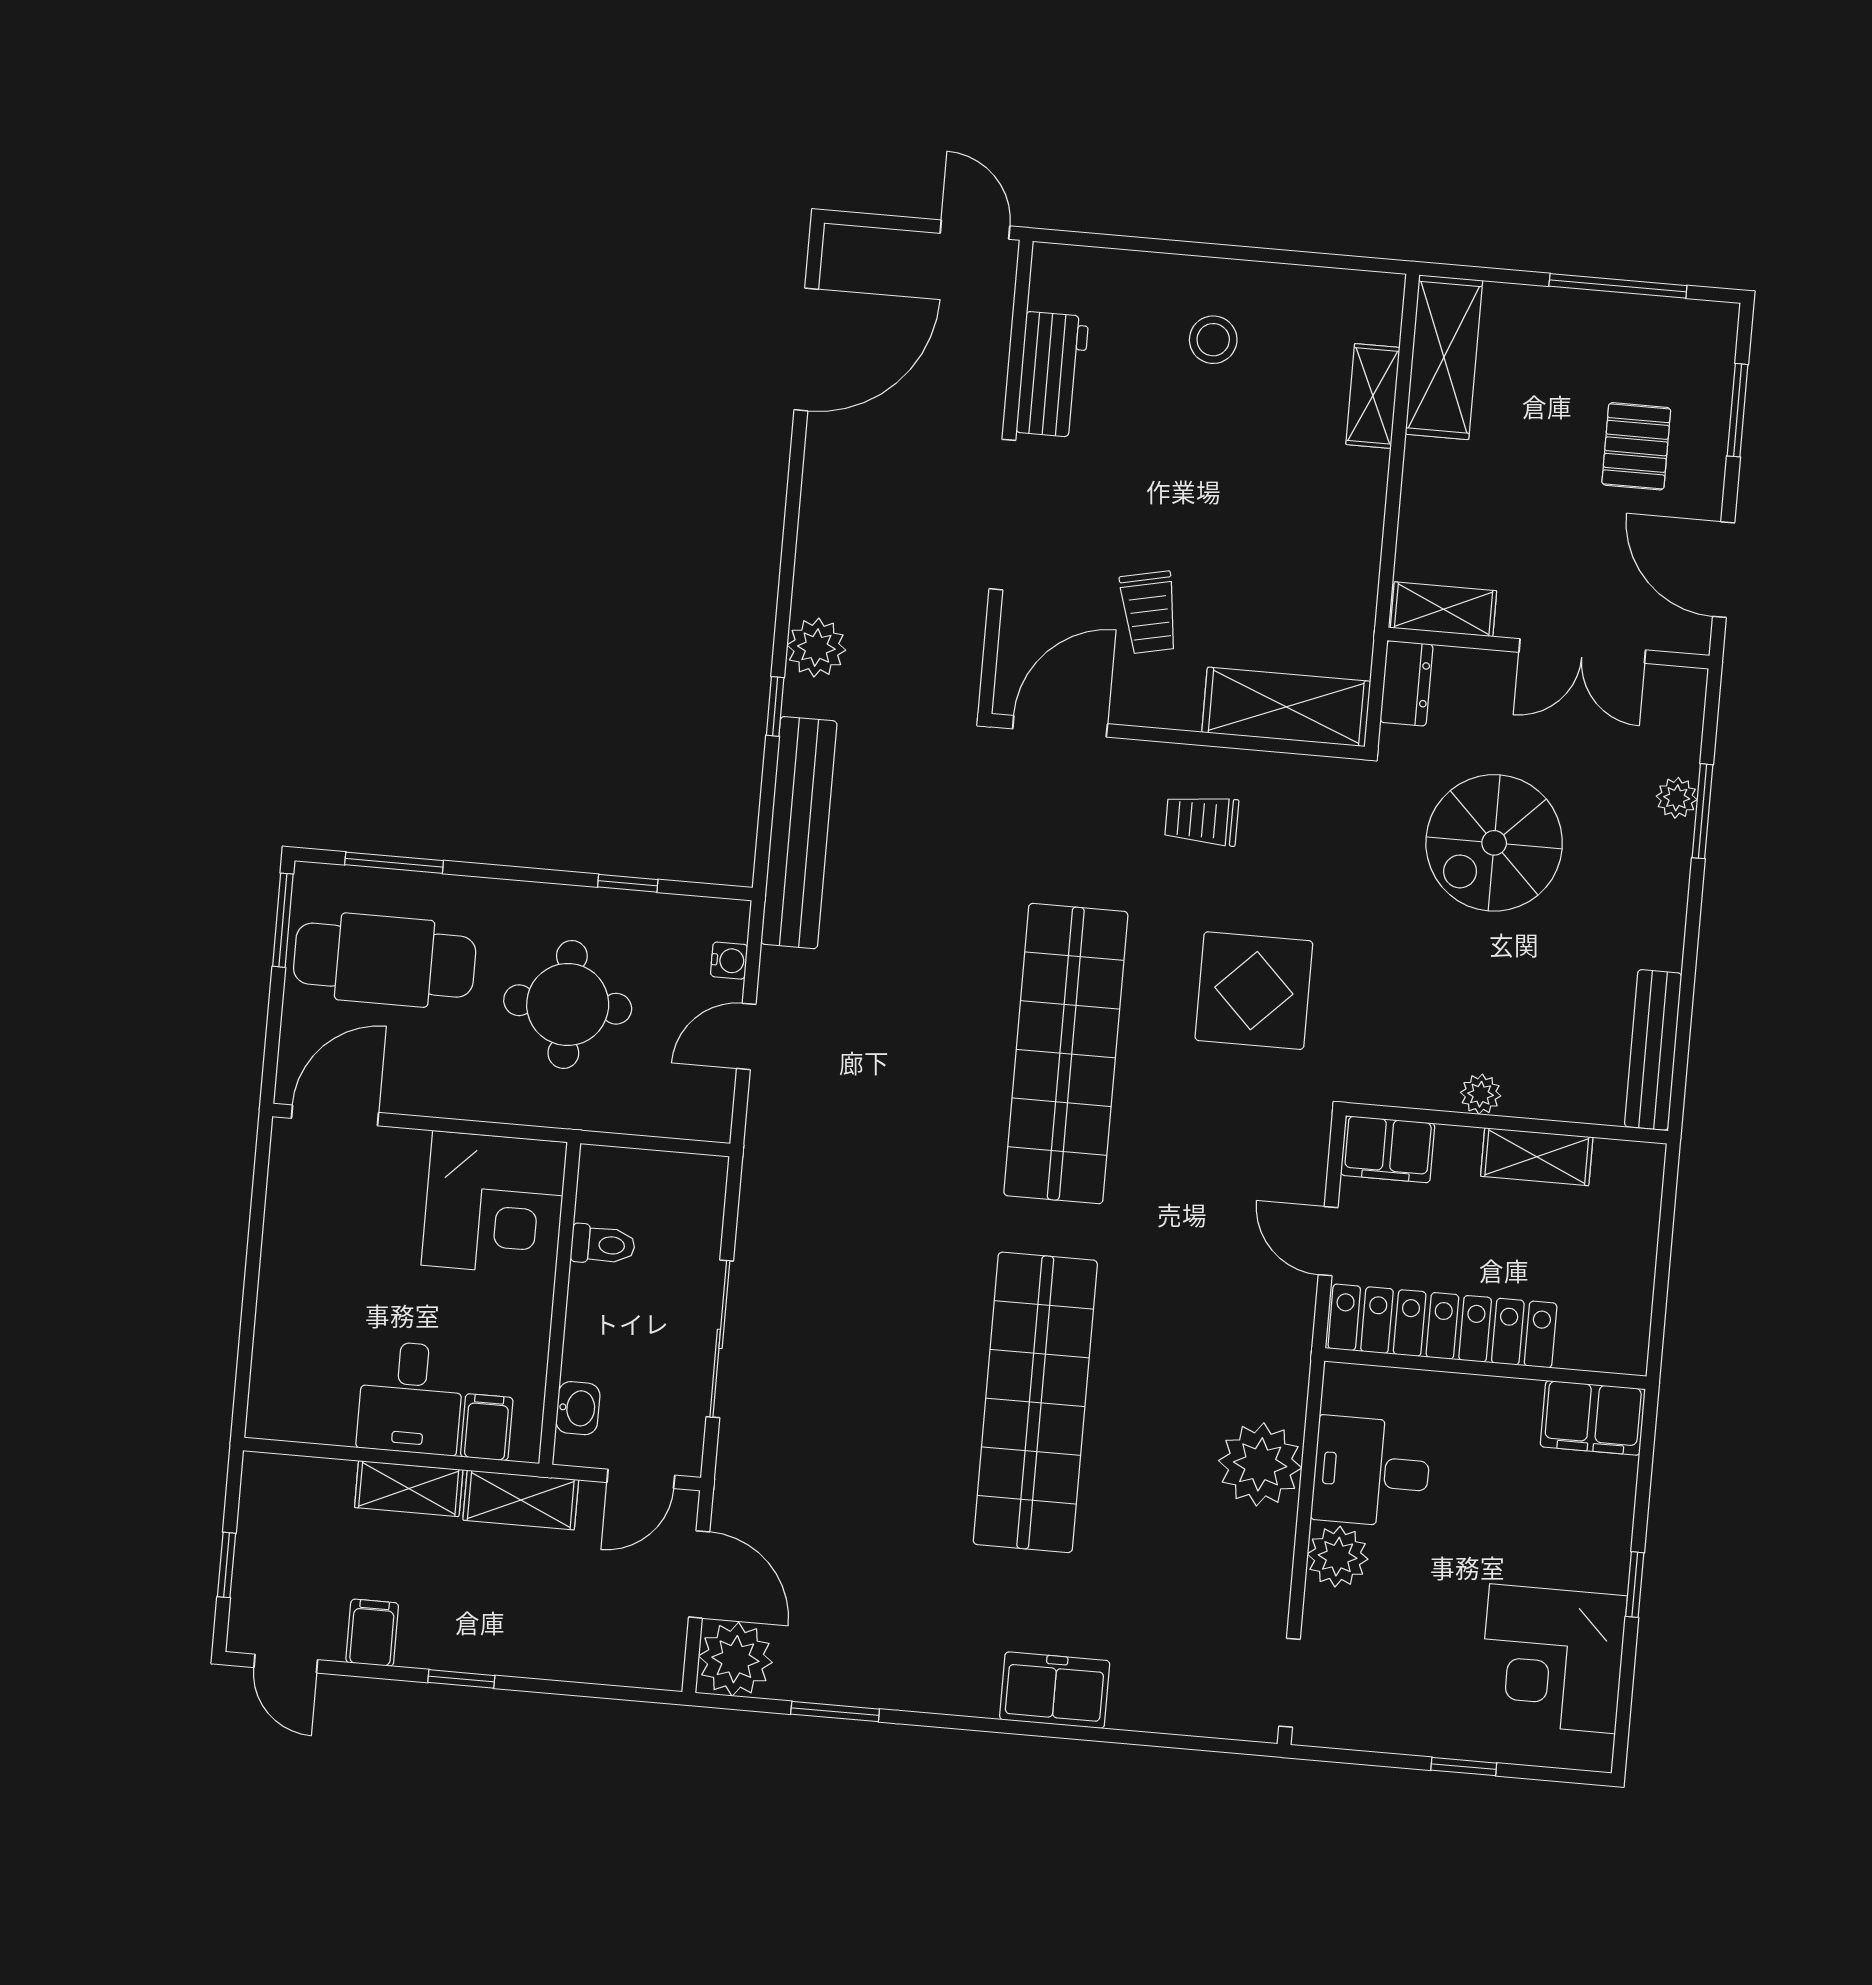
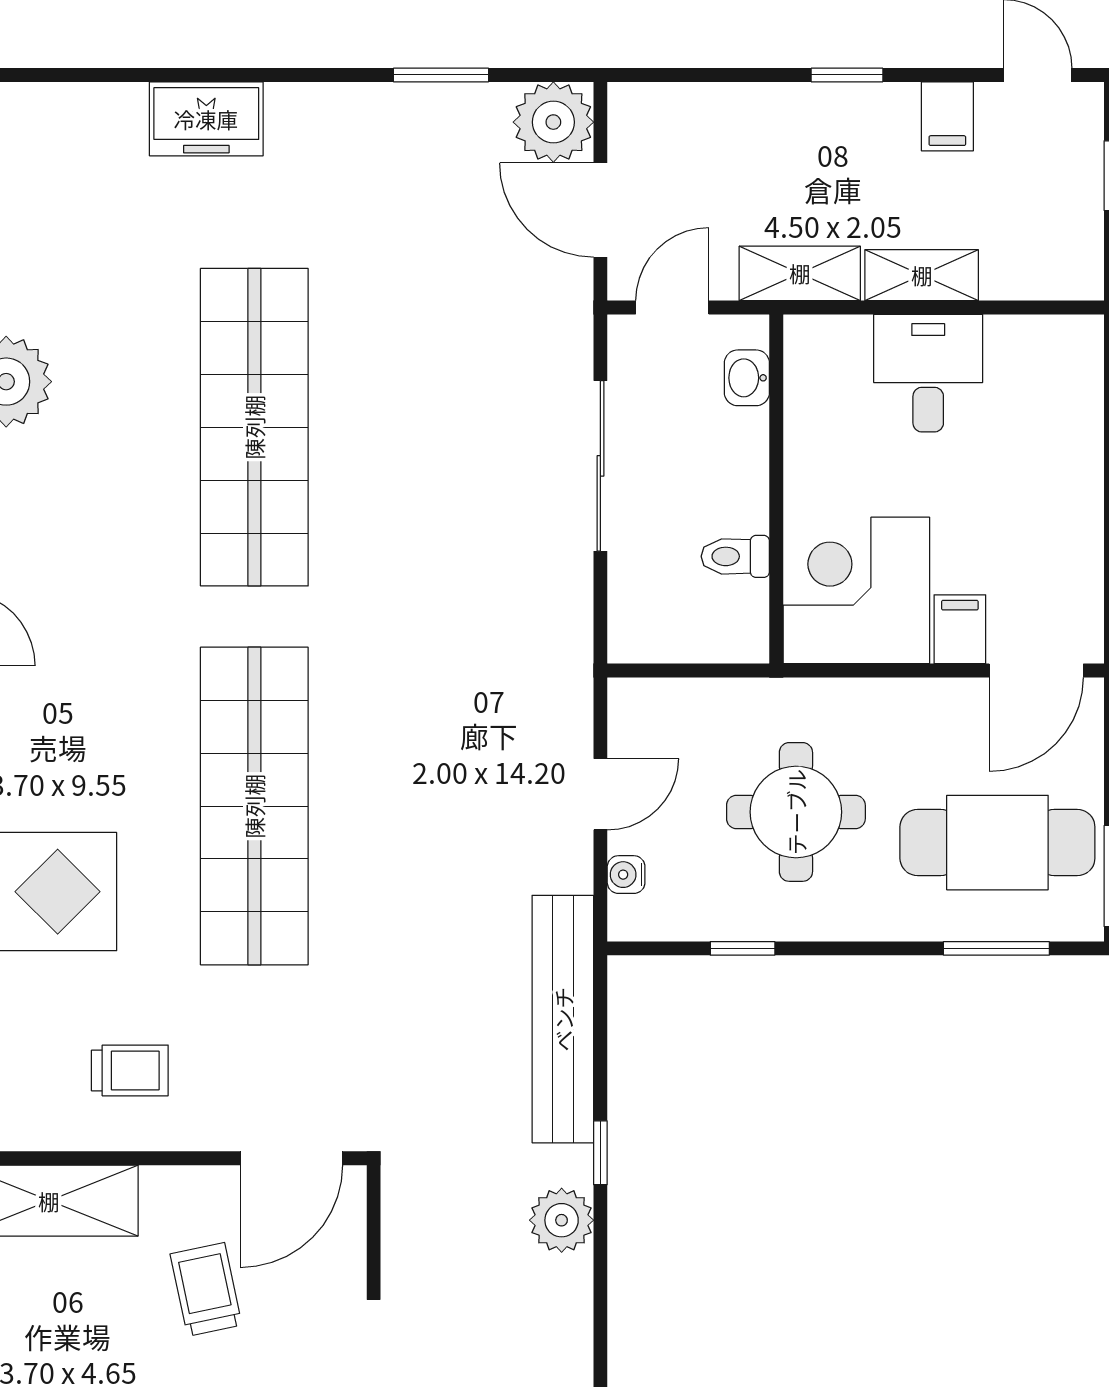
filing cabinet: (487, 1427) -> (960, 629), moved, turned 180

